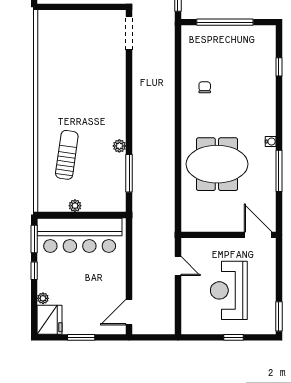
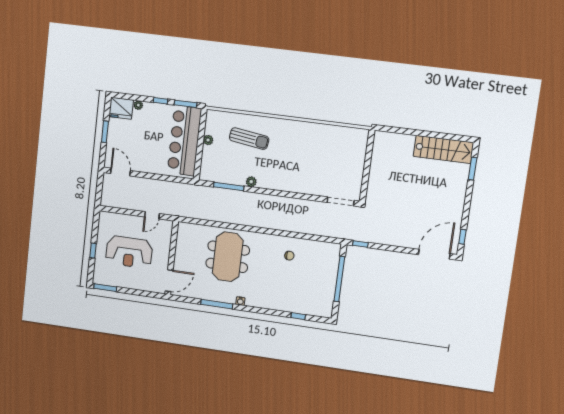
reception desk: (229, 290) -> (129, 252), turned 180

